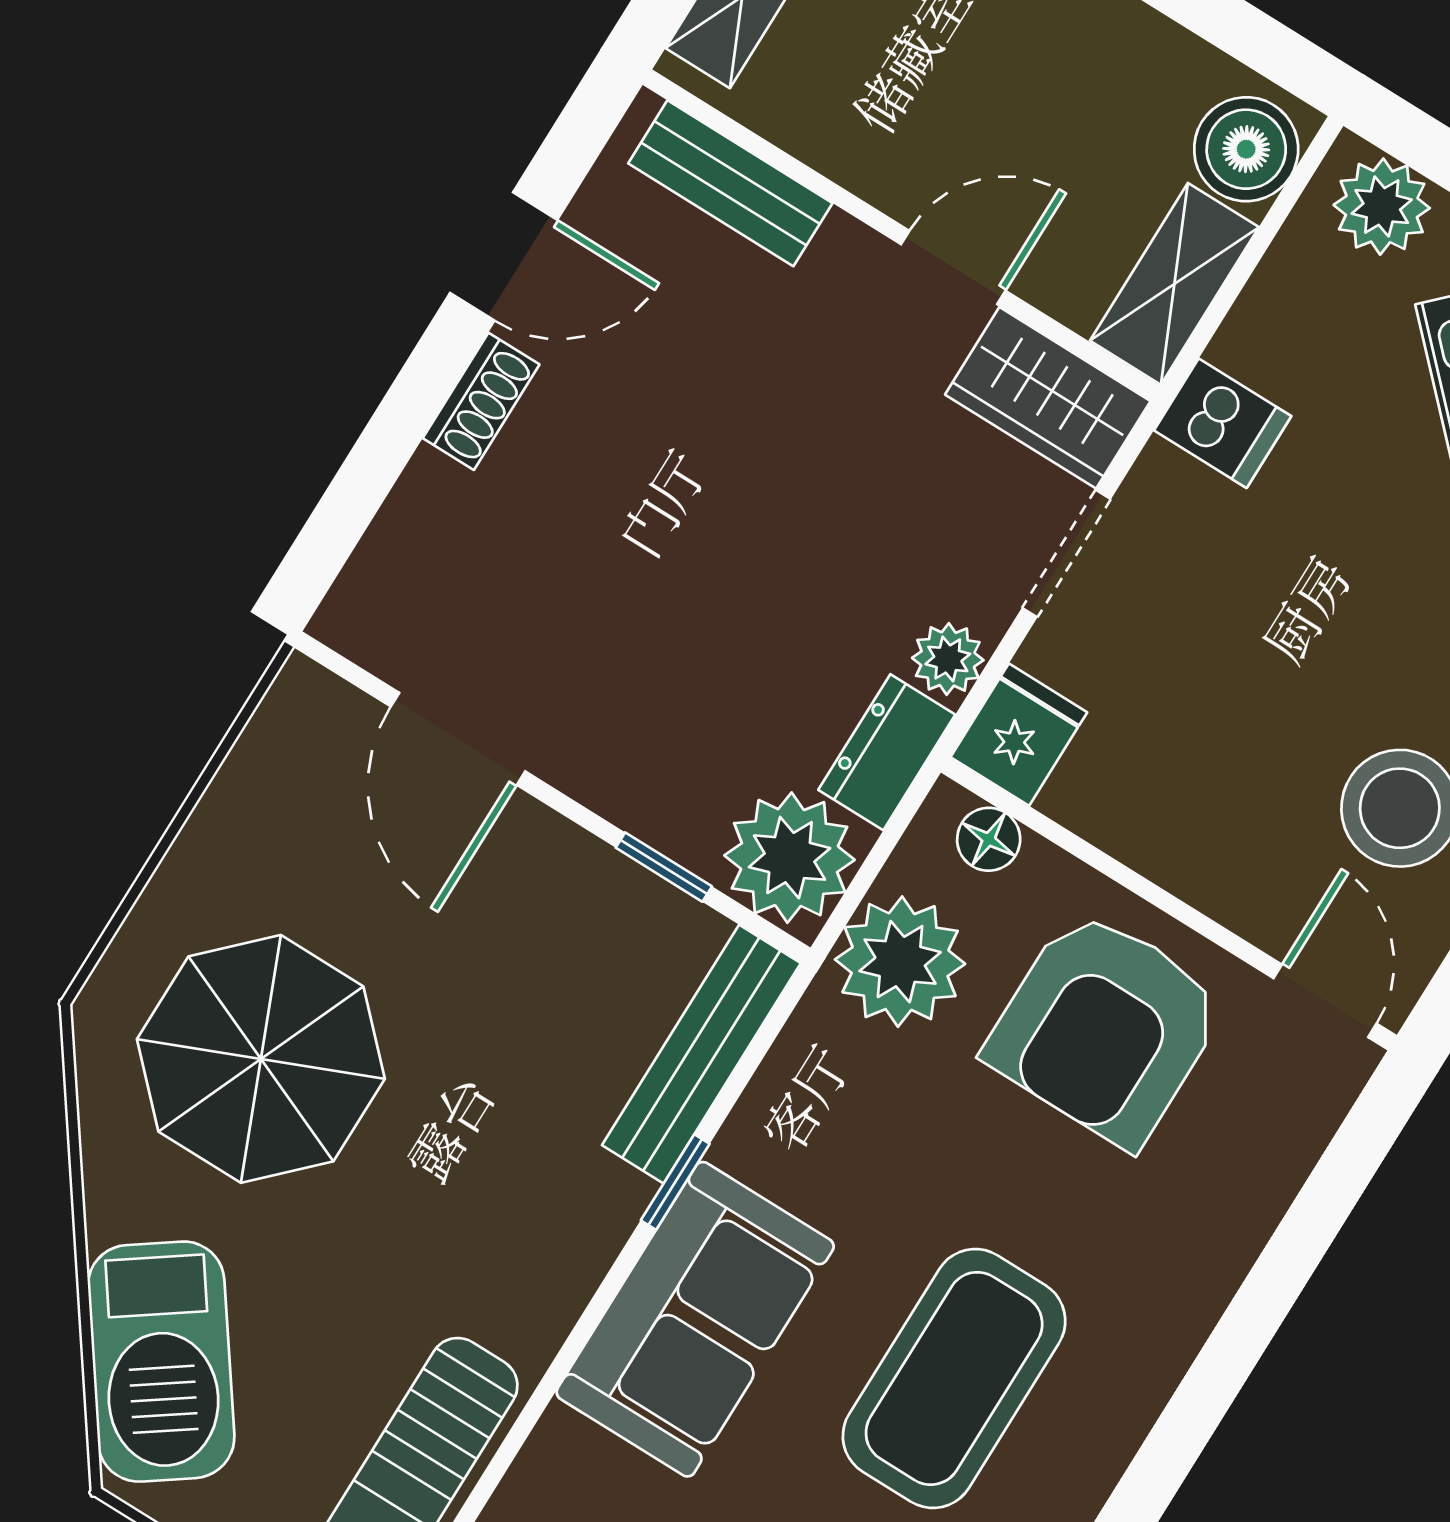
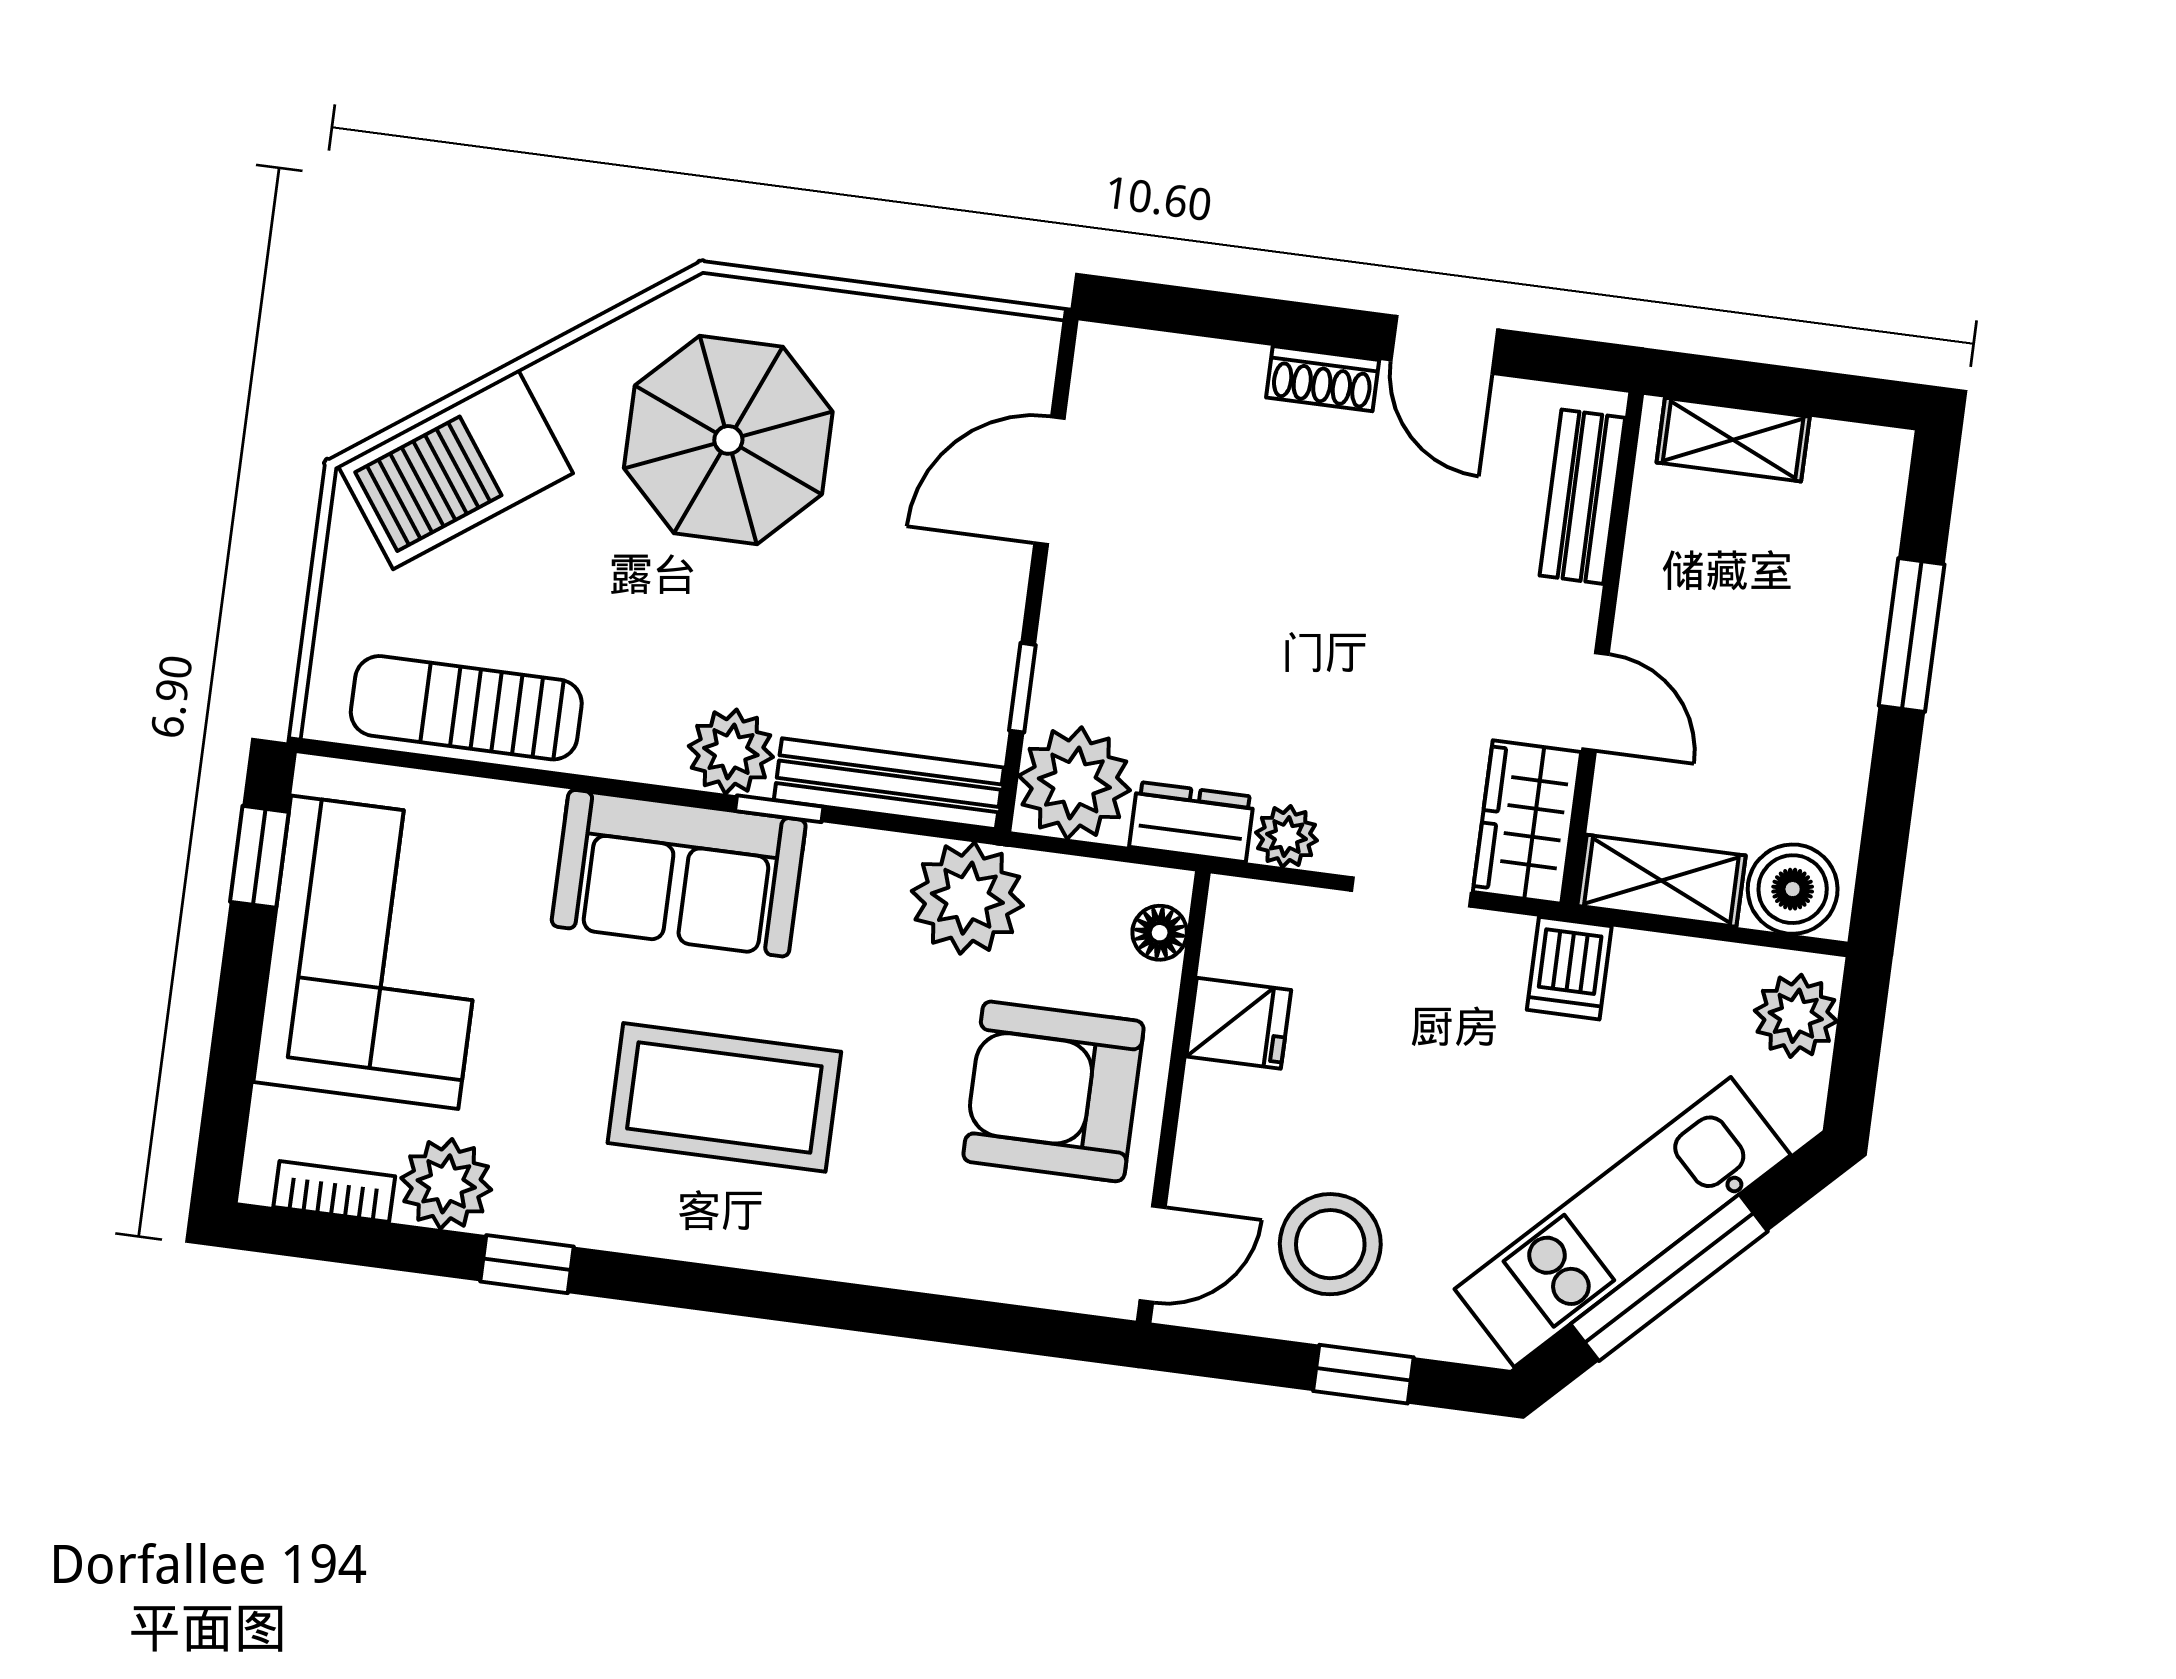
fridge: (1019, 735) -> (1239, 1023), moved
plant: (900, 962) -> (967, 898), moved
plant: (592, 1206) -> (731, 752), added

